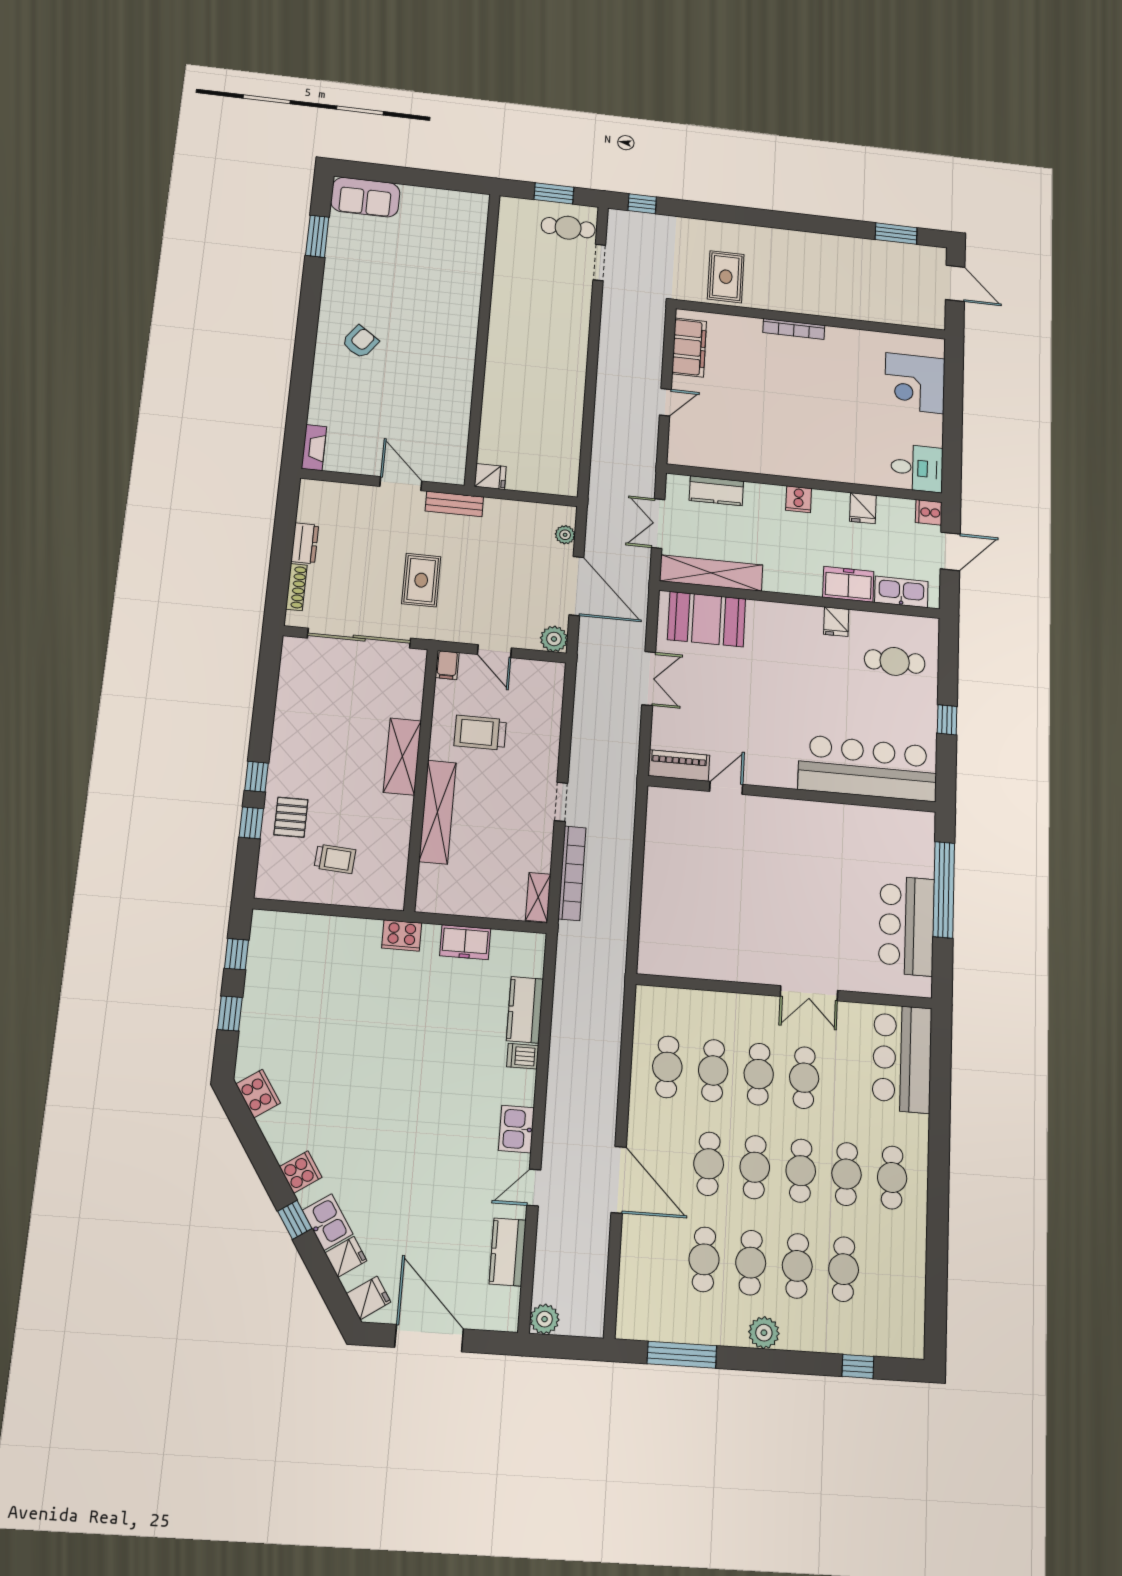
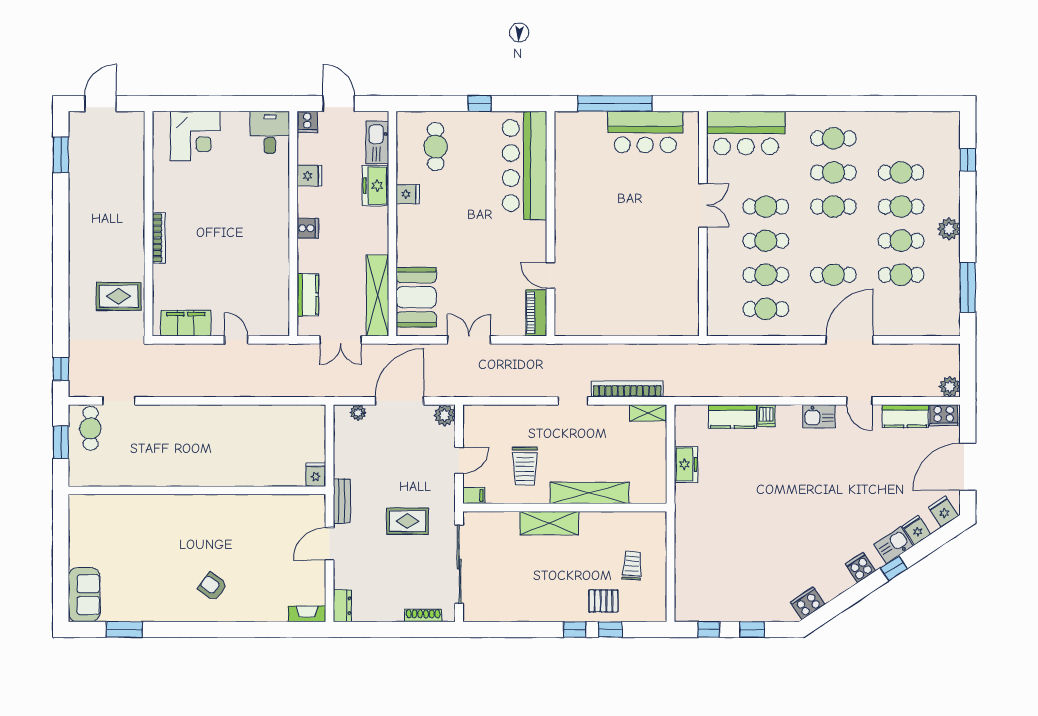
dresser: (305, 543) -> (342, 606), moved, turned 90
cooker: (402, 935) -> (944, 415), moved, turned 90
cafe table: (755, 1167) -> (833, 241), removed

